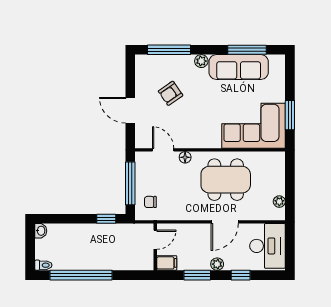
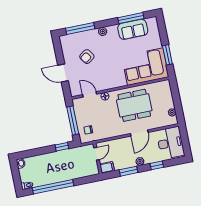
sofa: (239, 67) -> (133, 29), width x0.73

